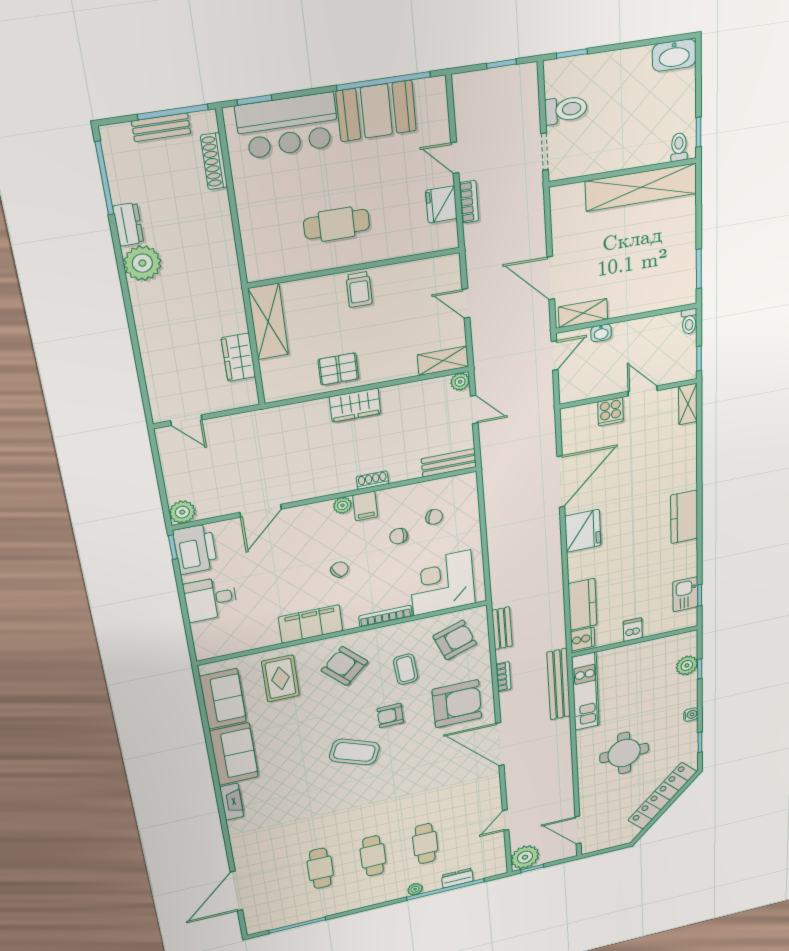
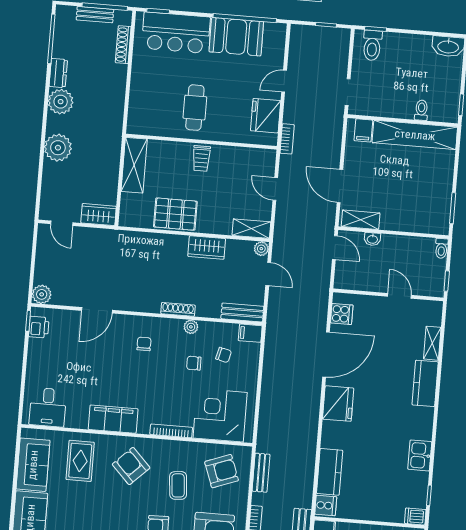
toilet: (566, 110) -> (372, 45), moved, turned 90
toilet: (679, 147) -> (421, 110), moved
door: (455, 158) -> (284, 81), hinge flipped
filing cabinet: (572, 198) -> (363, 130), added
bookcase: (469, 202) -> (287, 139), moved
fridge: (441, 204) -> (266, 116), width x1.36, depth x1.34
cafe table: (337, 224) -> (195, 108), turned 90
plant: (155, 326) -> (58, 148), added
door: (555, 356) -> (335, 248), hinge flipped
wardrobe: (238, 357) -> (99, 215), moved, turned 90
pallet: (338, 369) -> (175, 214), width x1.50, depth x1.42
shelving: (688, 404) -> (432, 343), moved
wardrobe: (355, 405) -> (207, 247), moved
cooker: (610, 412) -> (342, 314), moved, turned -90
shoe rack: (372, 480) -> (178, 309), width x1.43
plant: (342, 505) -> (191, 327), moved
filing cabinet: (365, 506) -> (250, 333), moved, turned 90
kitchen counter: (684, 517) -> (425, 383), moved
printer: (195, 549) -> (39, 327), width x0.53, depth x0.68
chair: (339, 569) -> (144, 344), moved, turned -55
kitchen sink: (685, 594) -> (420, 455), moved
desk: (211, 599) -> (48, 407), moved, turned -90
dishwasher: (633, 630) -> (415, 516), moved, turned -90

